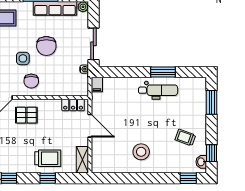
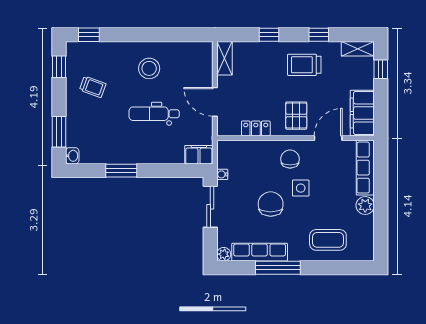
filing cabinet: (97, 85) -> (199, 155), width x2.00
dental chair: (158, 90) -> (154, 114), moved
locker: (73, 105) -> (256, 128), moved
pallet: (26, 115) -> (296, 116), turned 90
trolley: (48, 158) -> (304, 65), moved
washbasin: (201, 162) -> (72, 156), moved

